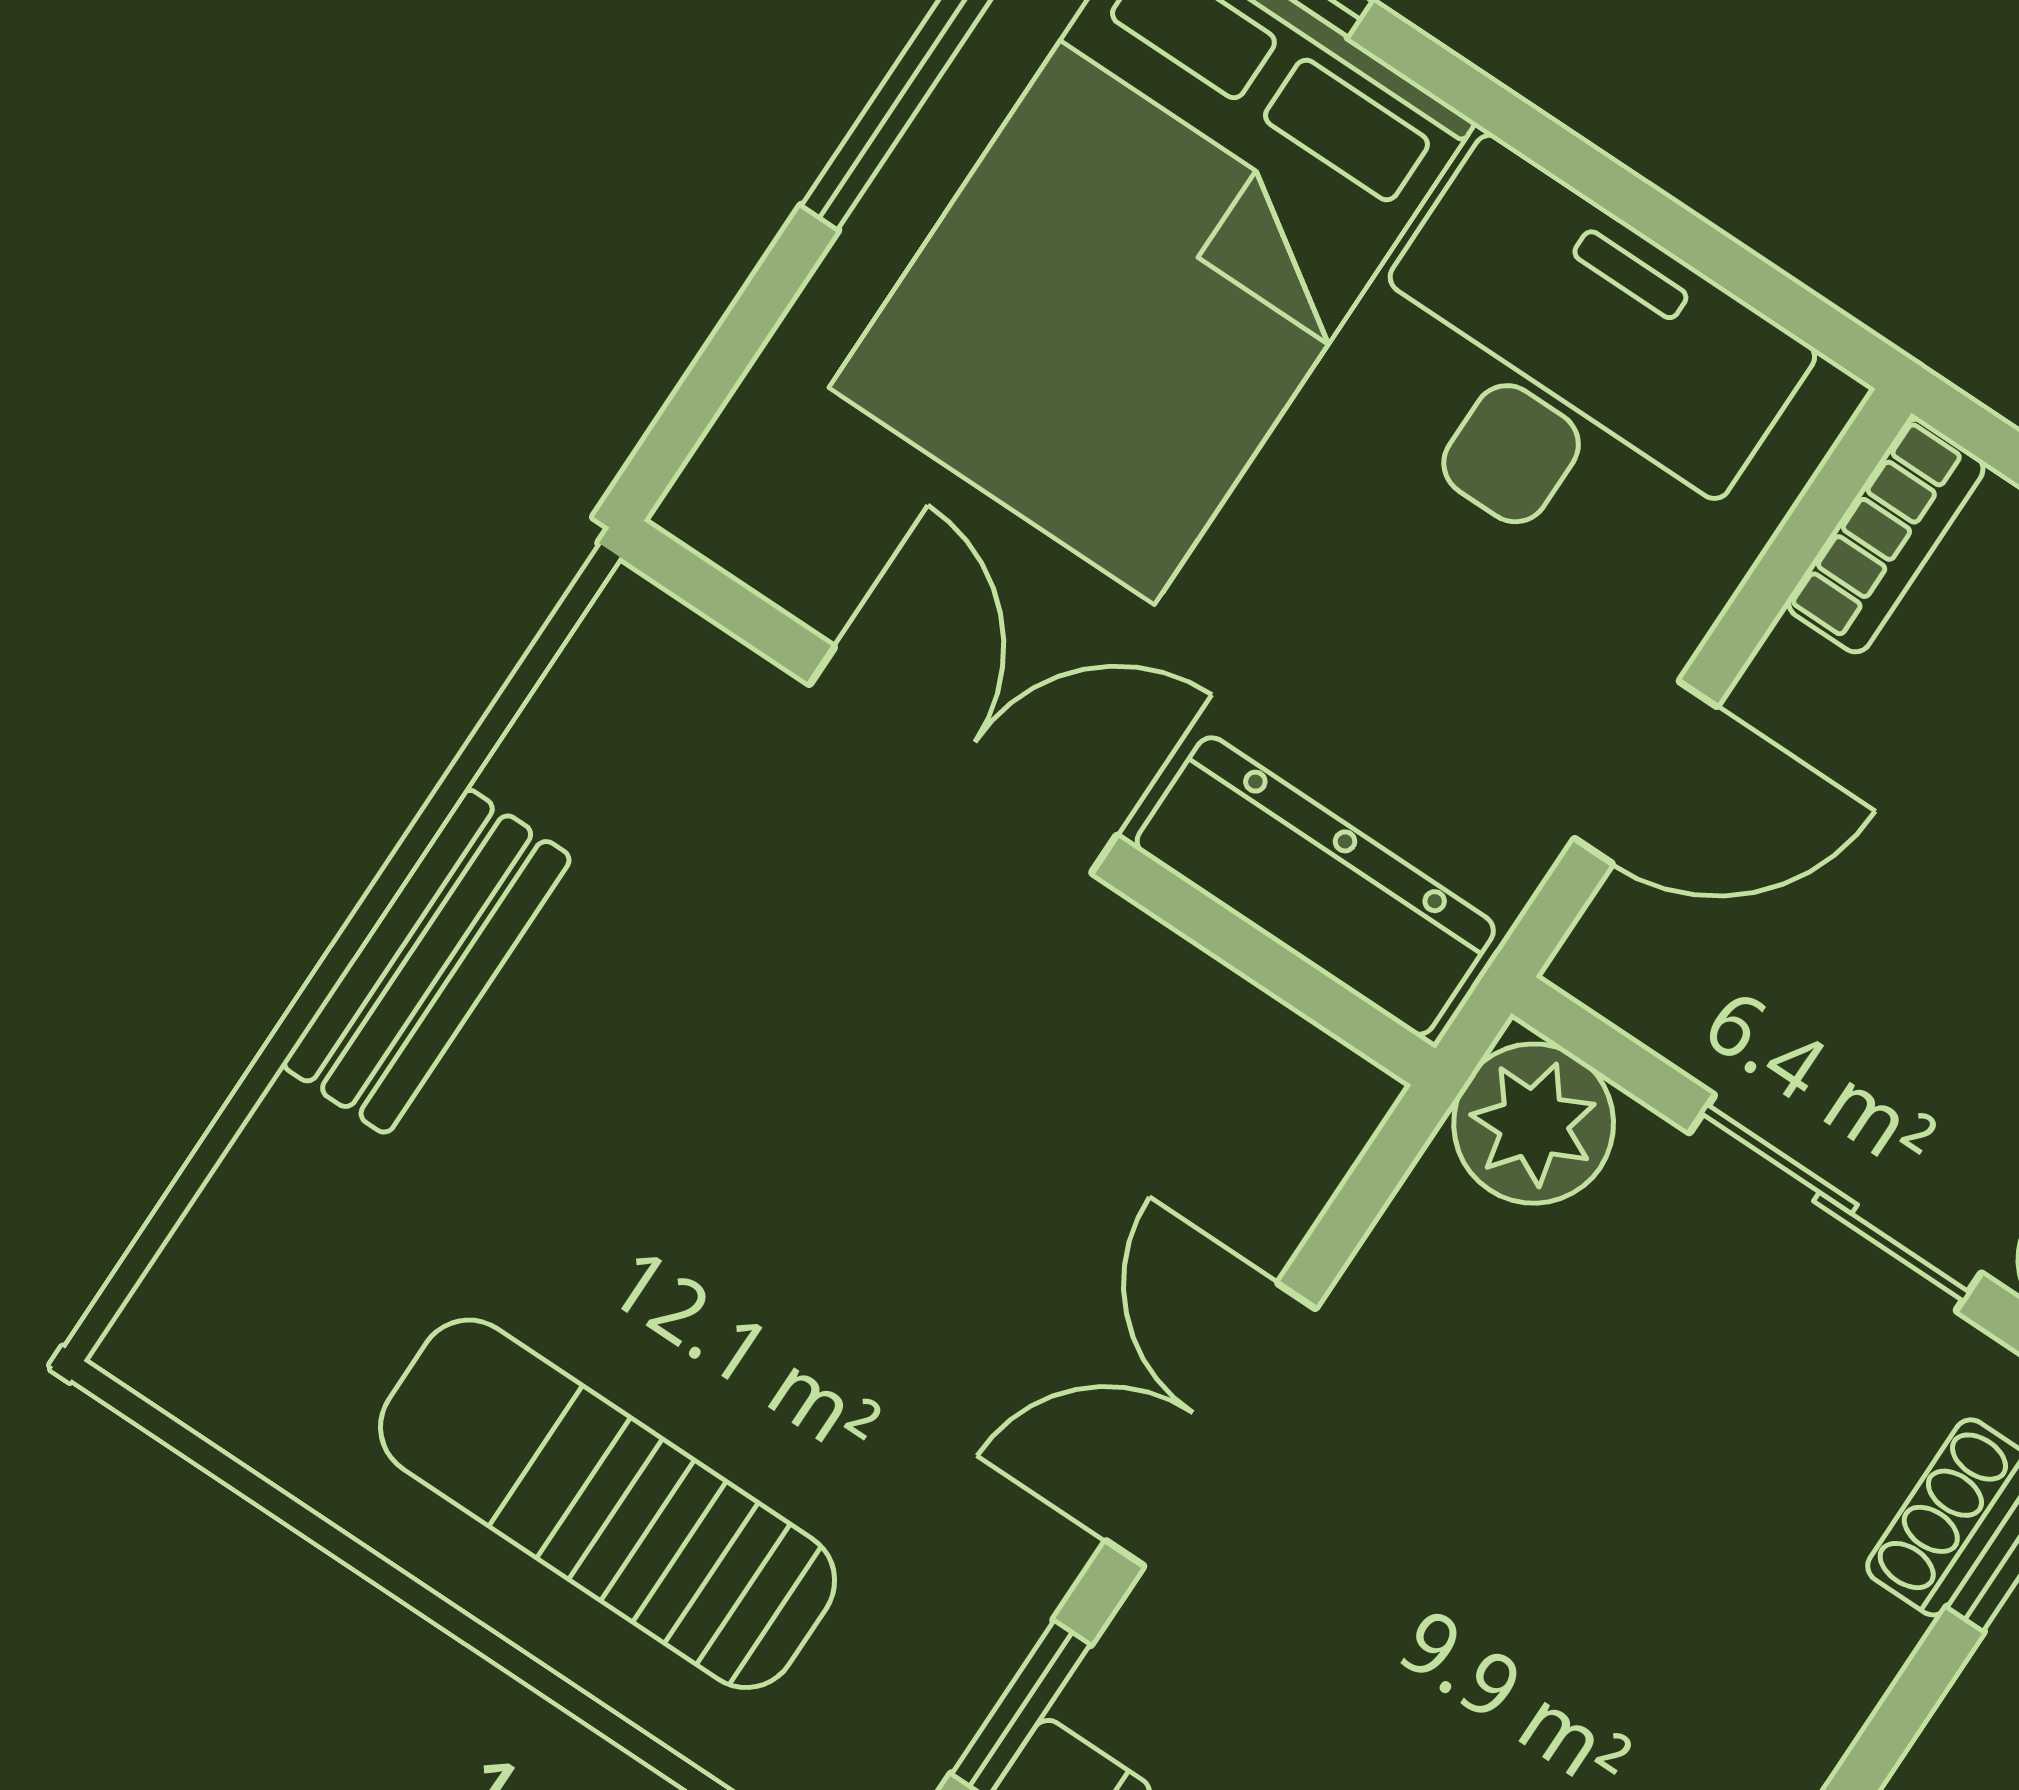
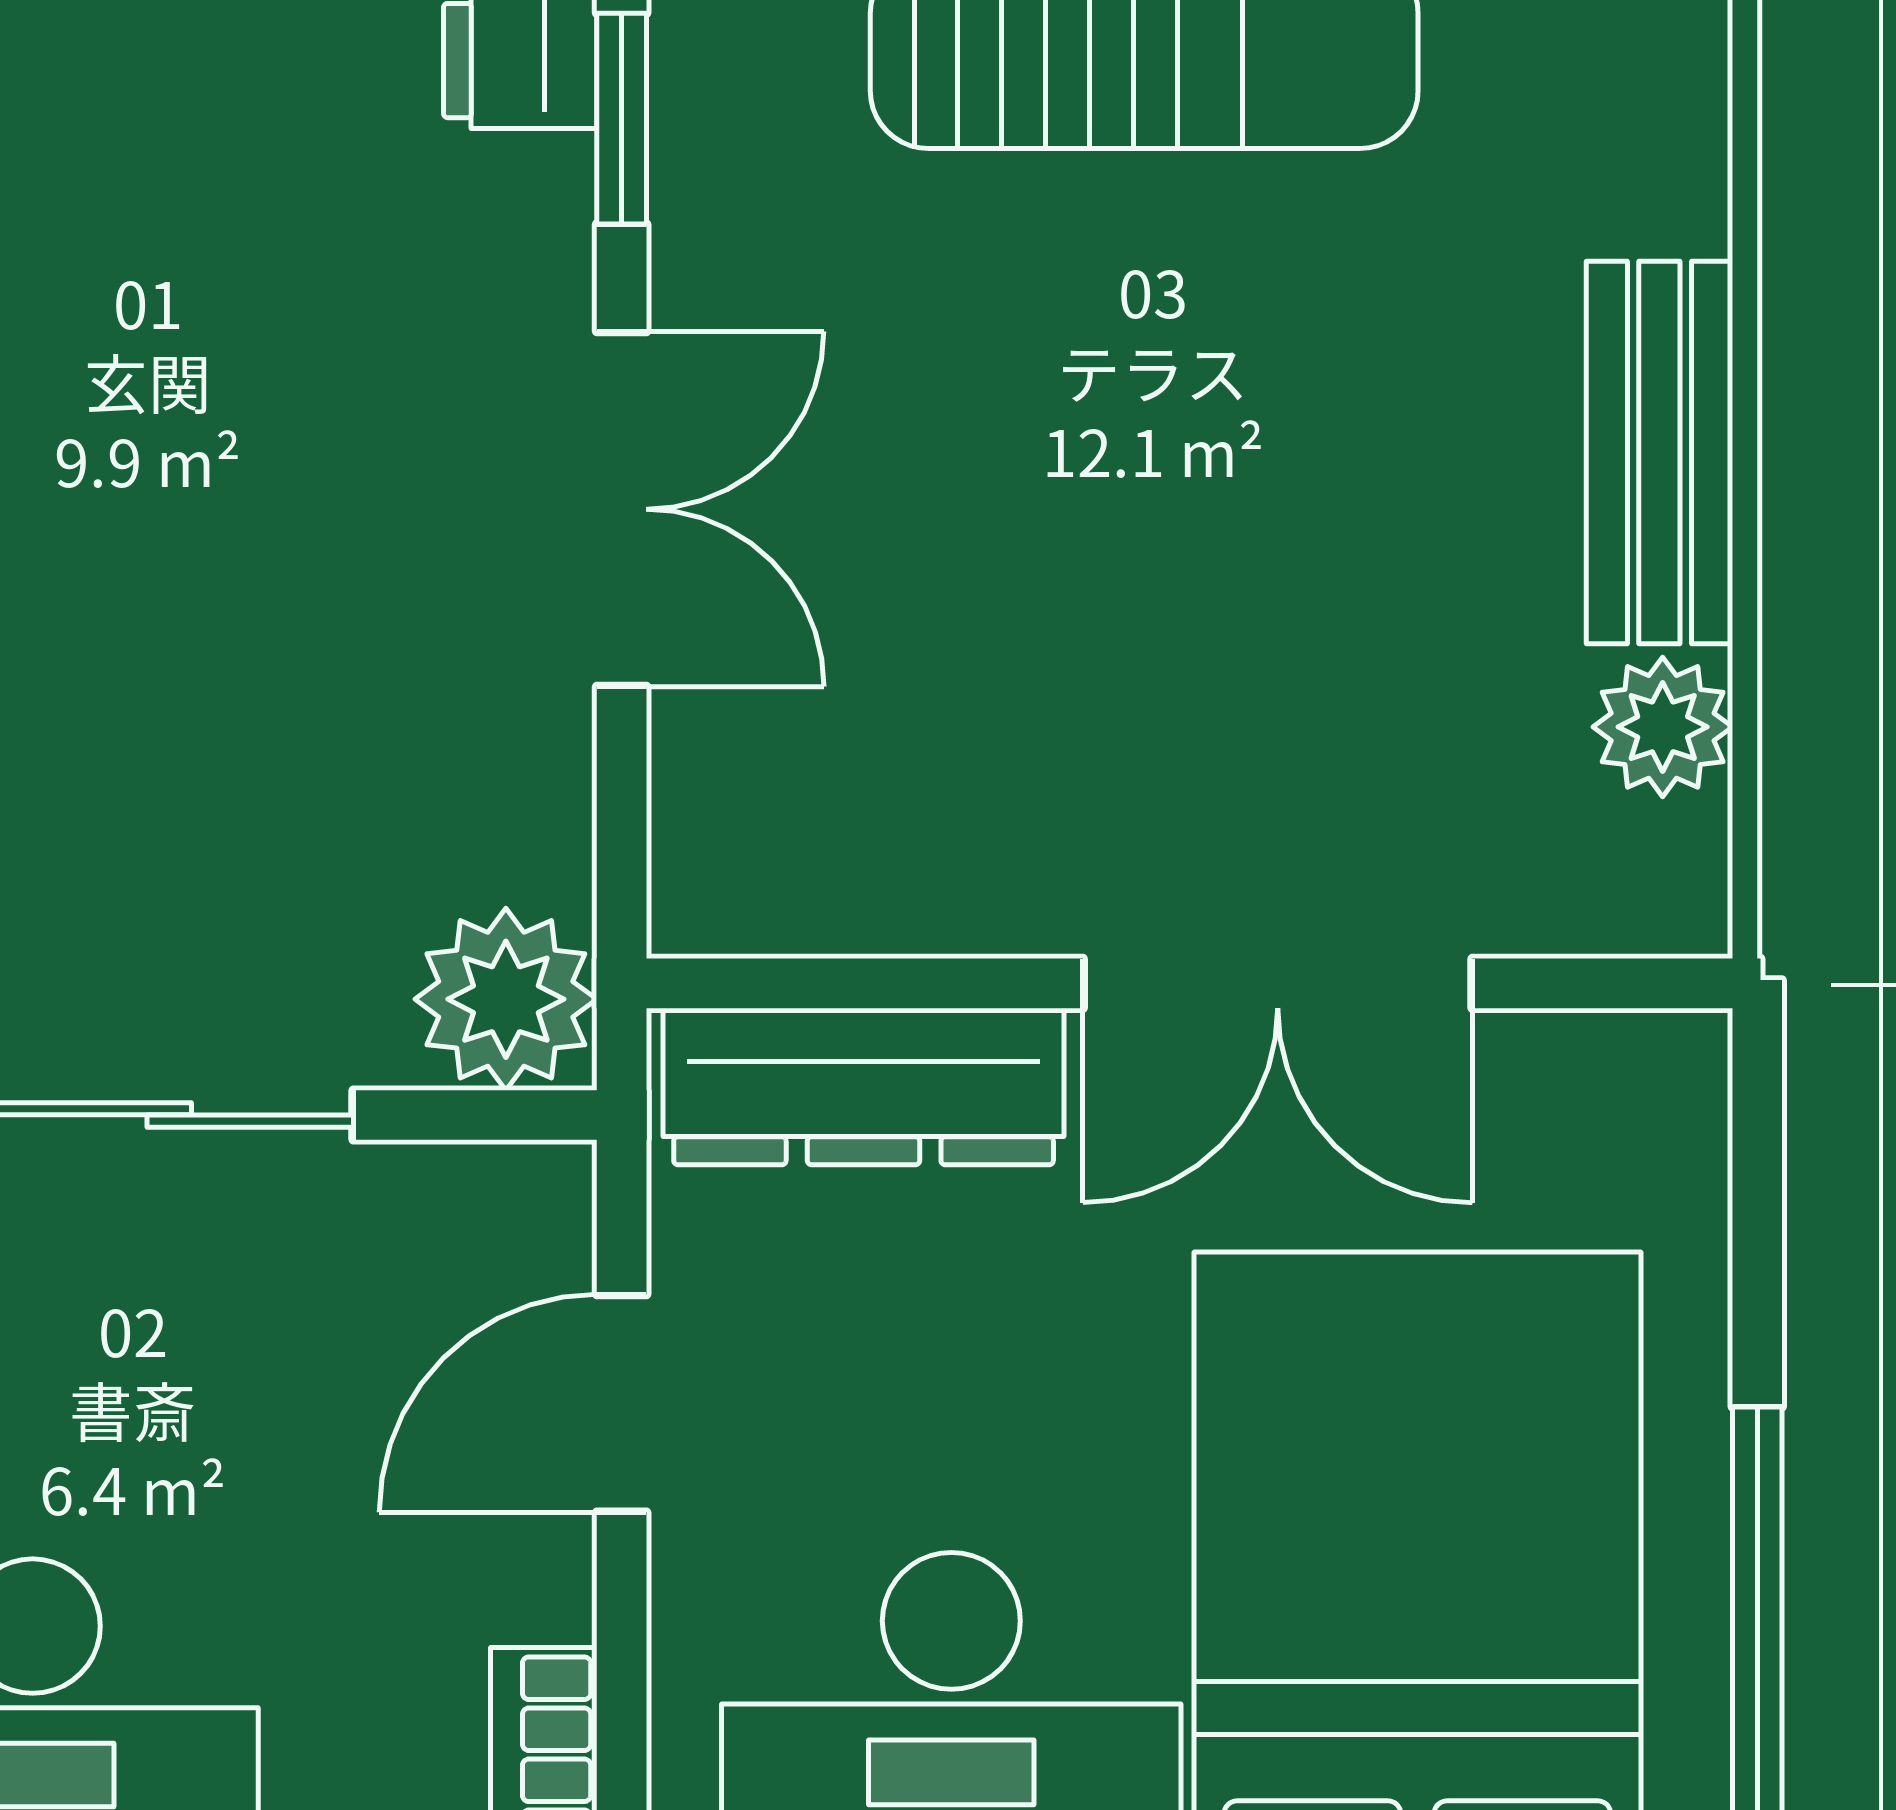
plant: (558, 760) -> (1663, 727), added

